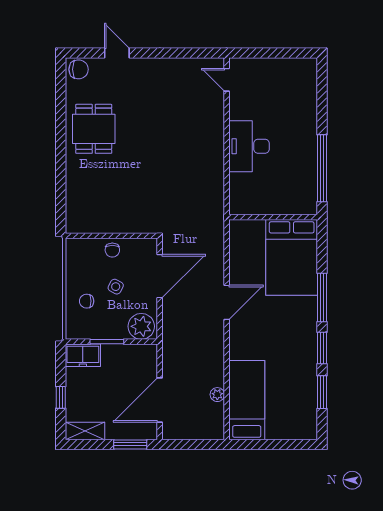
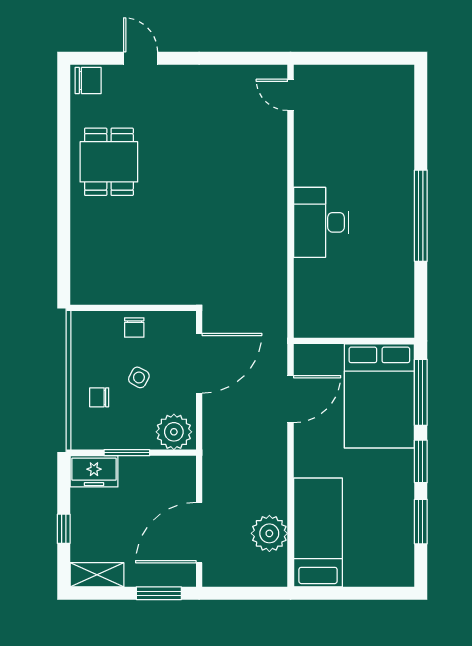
desk: (249, 146) -> (321, 222), moved
wall: (273, 217) -> (354, 341), moved
bed: (292, 257) -> (379, 396), moved
plant: (217, 395) -> (269, 533), width x1.87, depth x1.87

